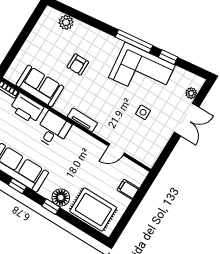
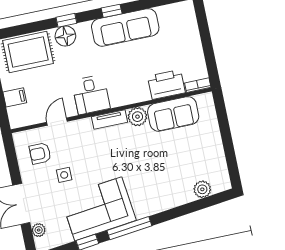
armchair: (78, 64) -> (40, 153), moved, turned -90
plant: (63, 105) -> (137, 117), added
desk: (53, 130) -> (91, 95), moved

